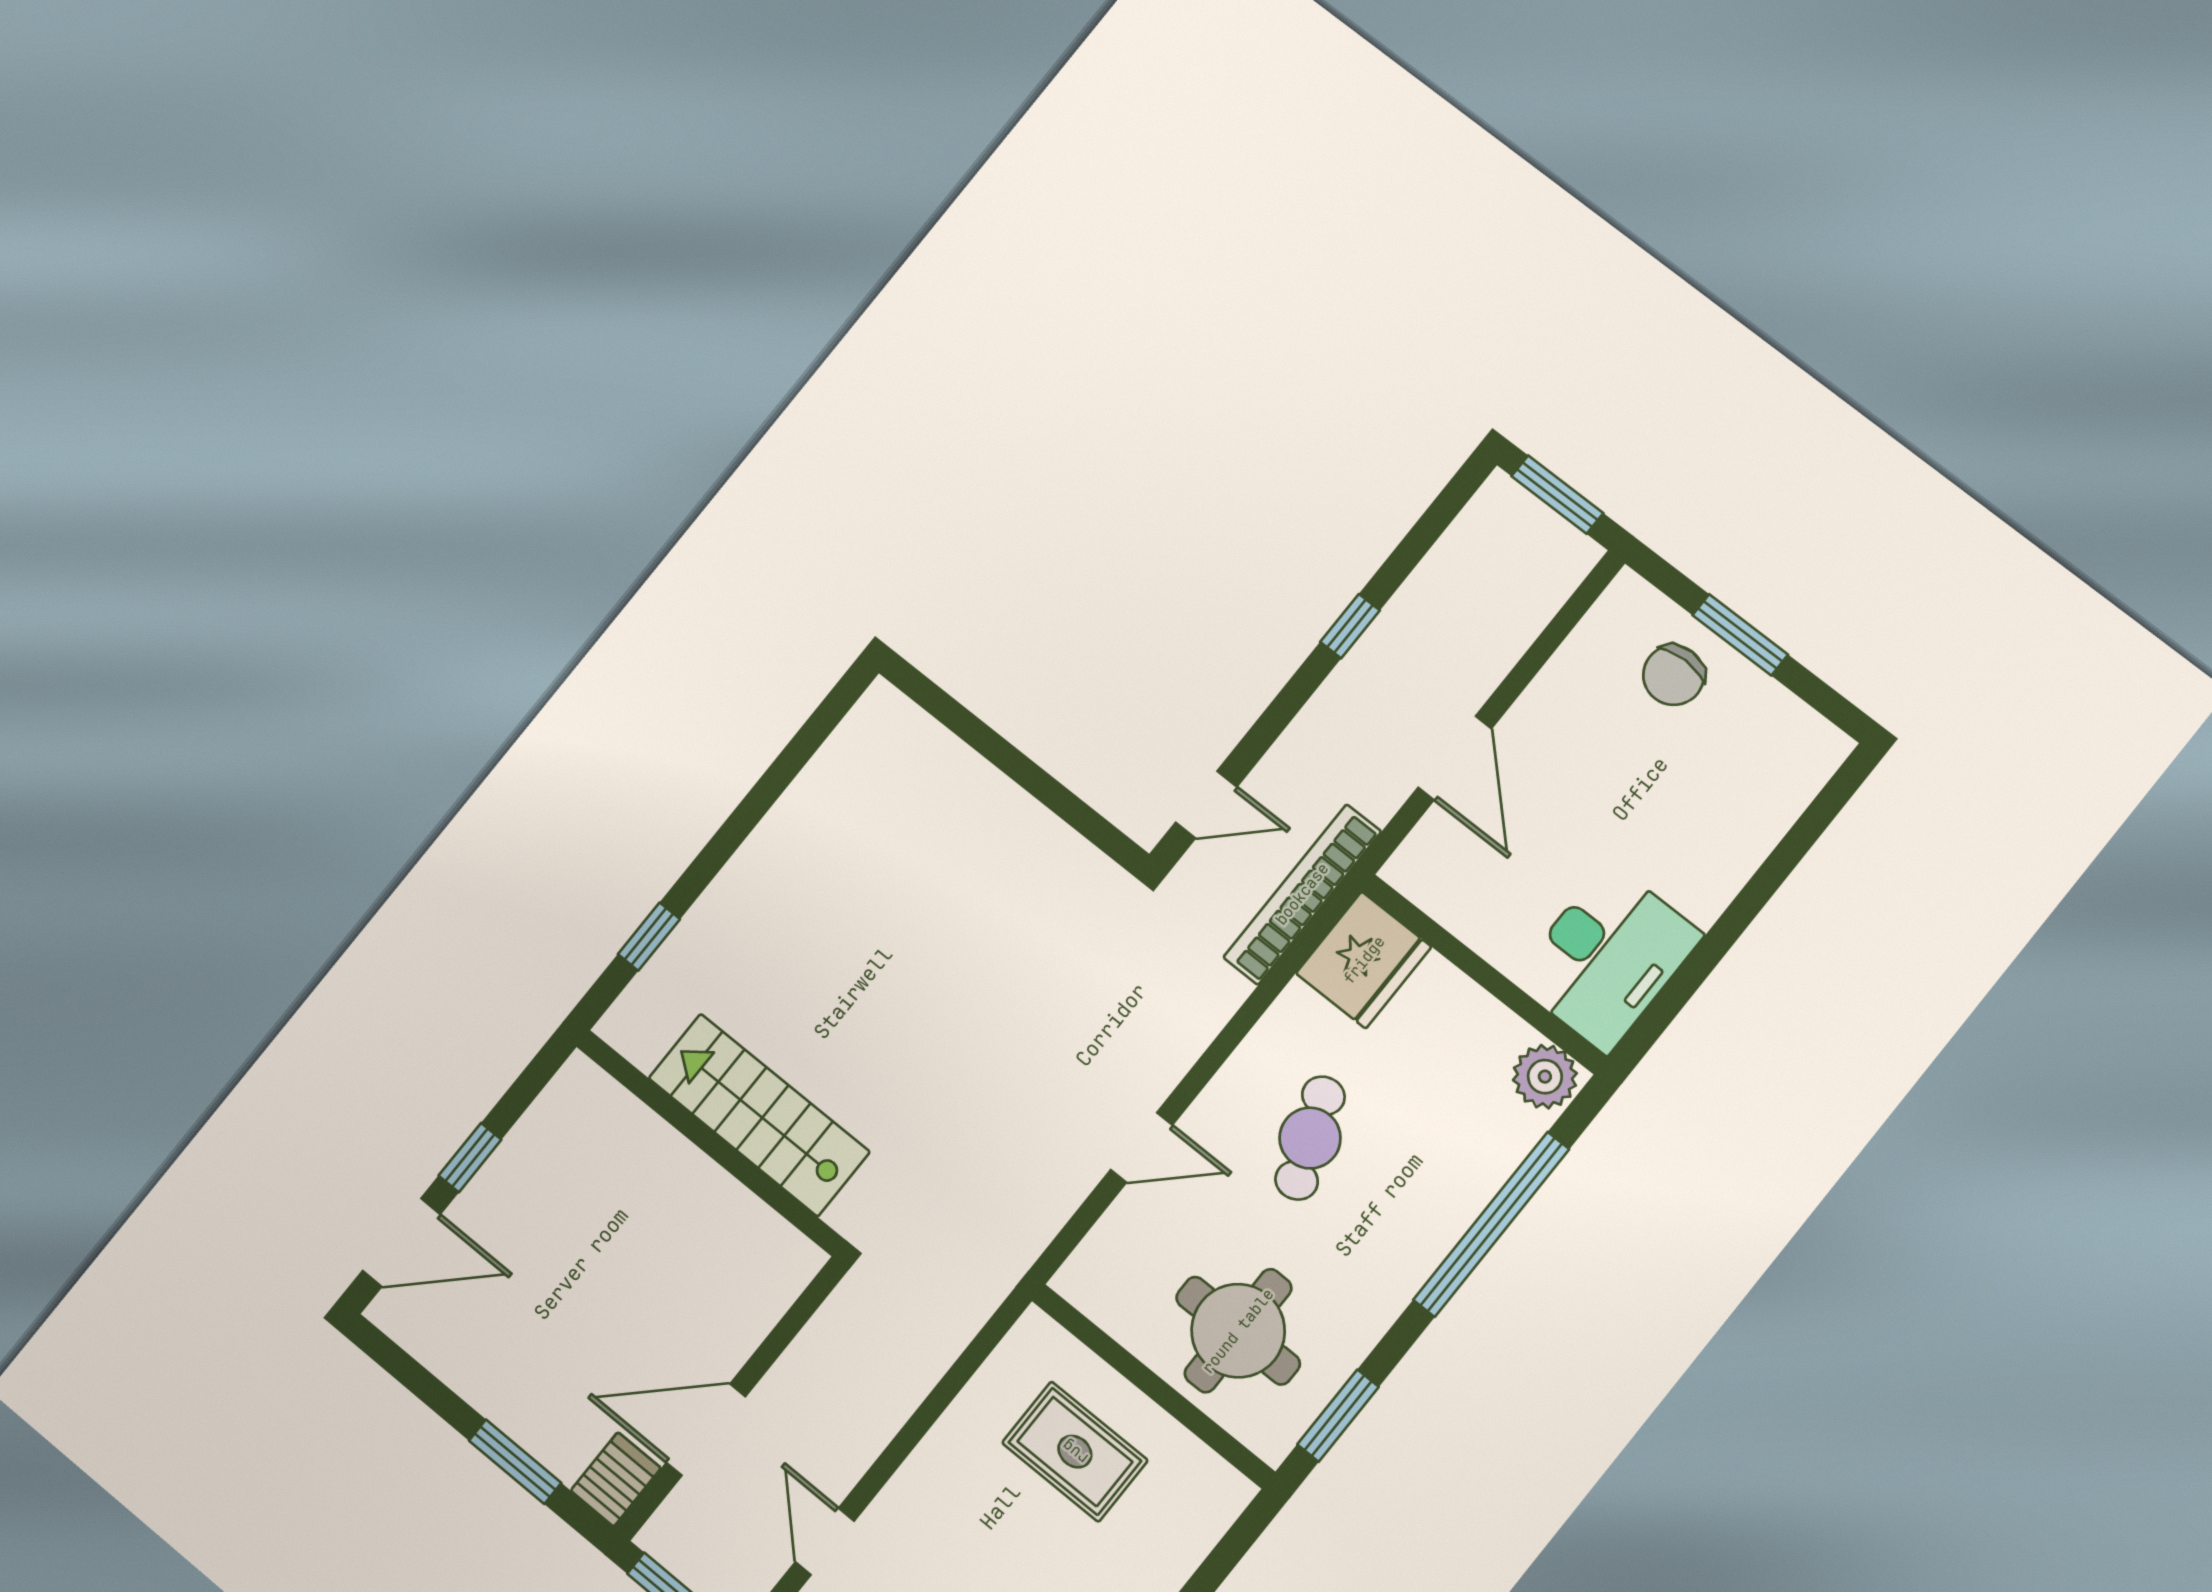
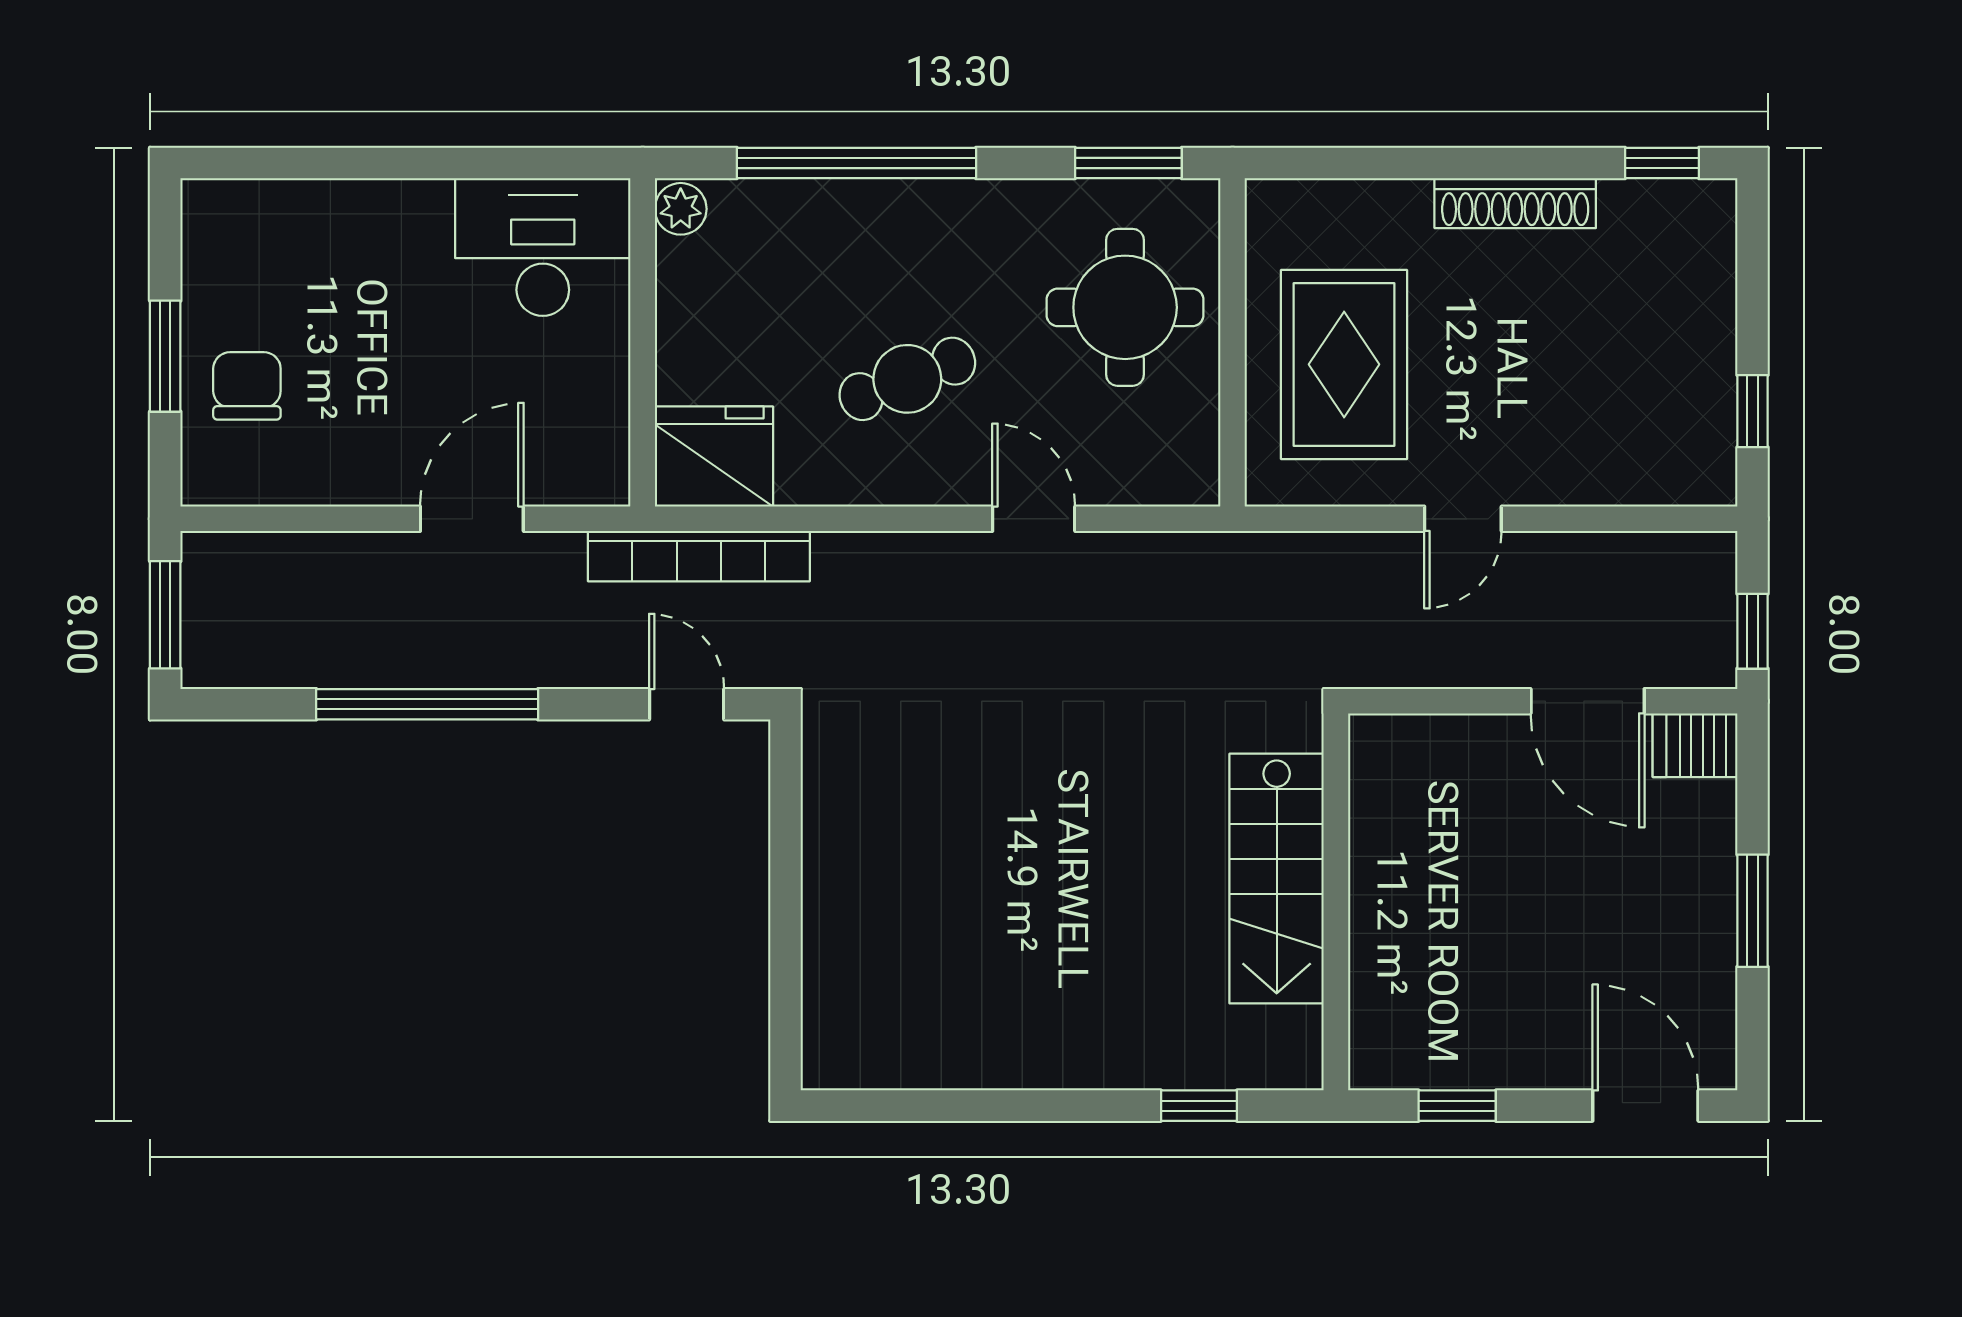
window: (1350, 626) -> (427, 704), width x3.17
chair: (1674, 675) -> (247, 386), turned -90
plant: (1545, 1077) -> (681, 209), width x0.73, depth x0.73
window: (470, 1158) -> (1457, 1106), moved
rug: (1075, 1452) -> (1344, 364), width x1.36, depth x1.43
window: (515, 1462) -> (1752, 911), moved
door: (825, 1541) -> (1463, 519), moved

